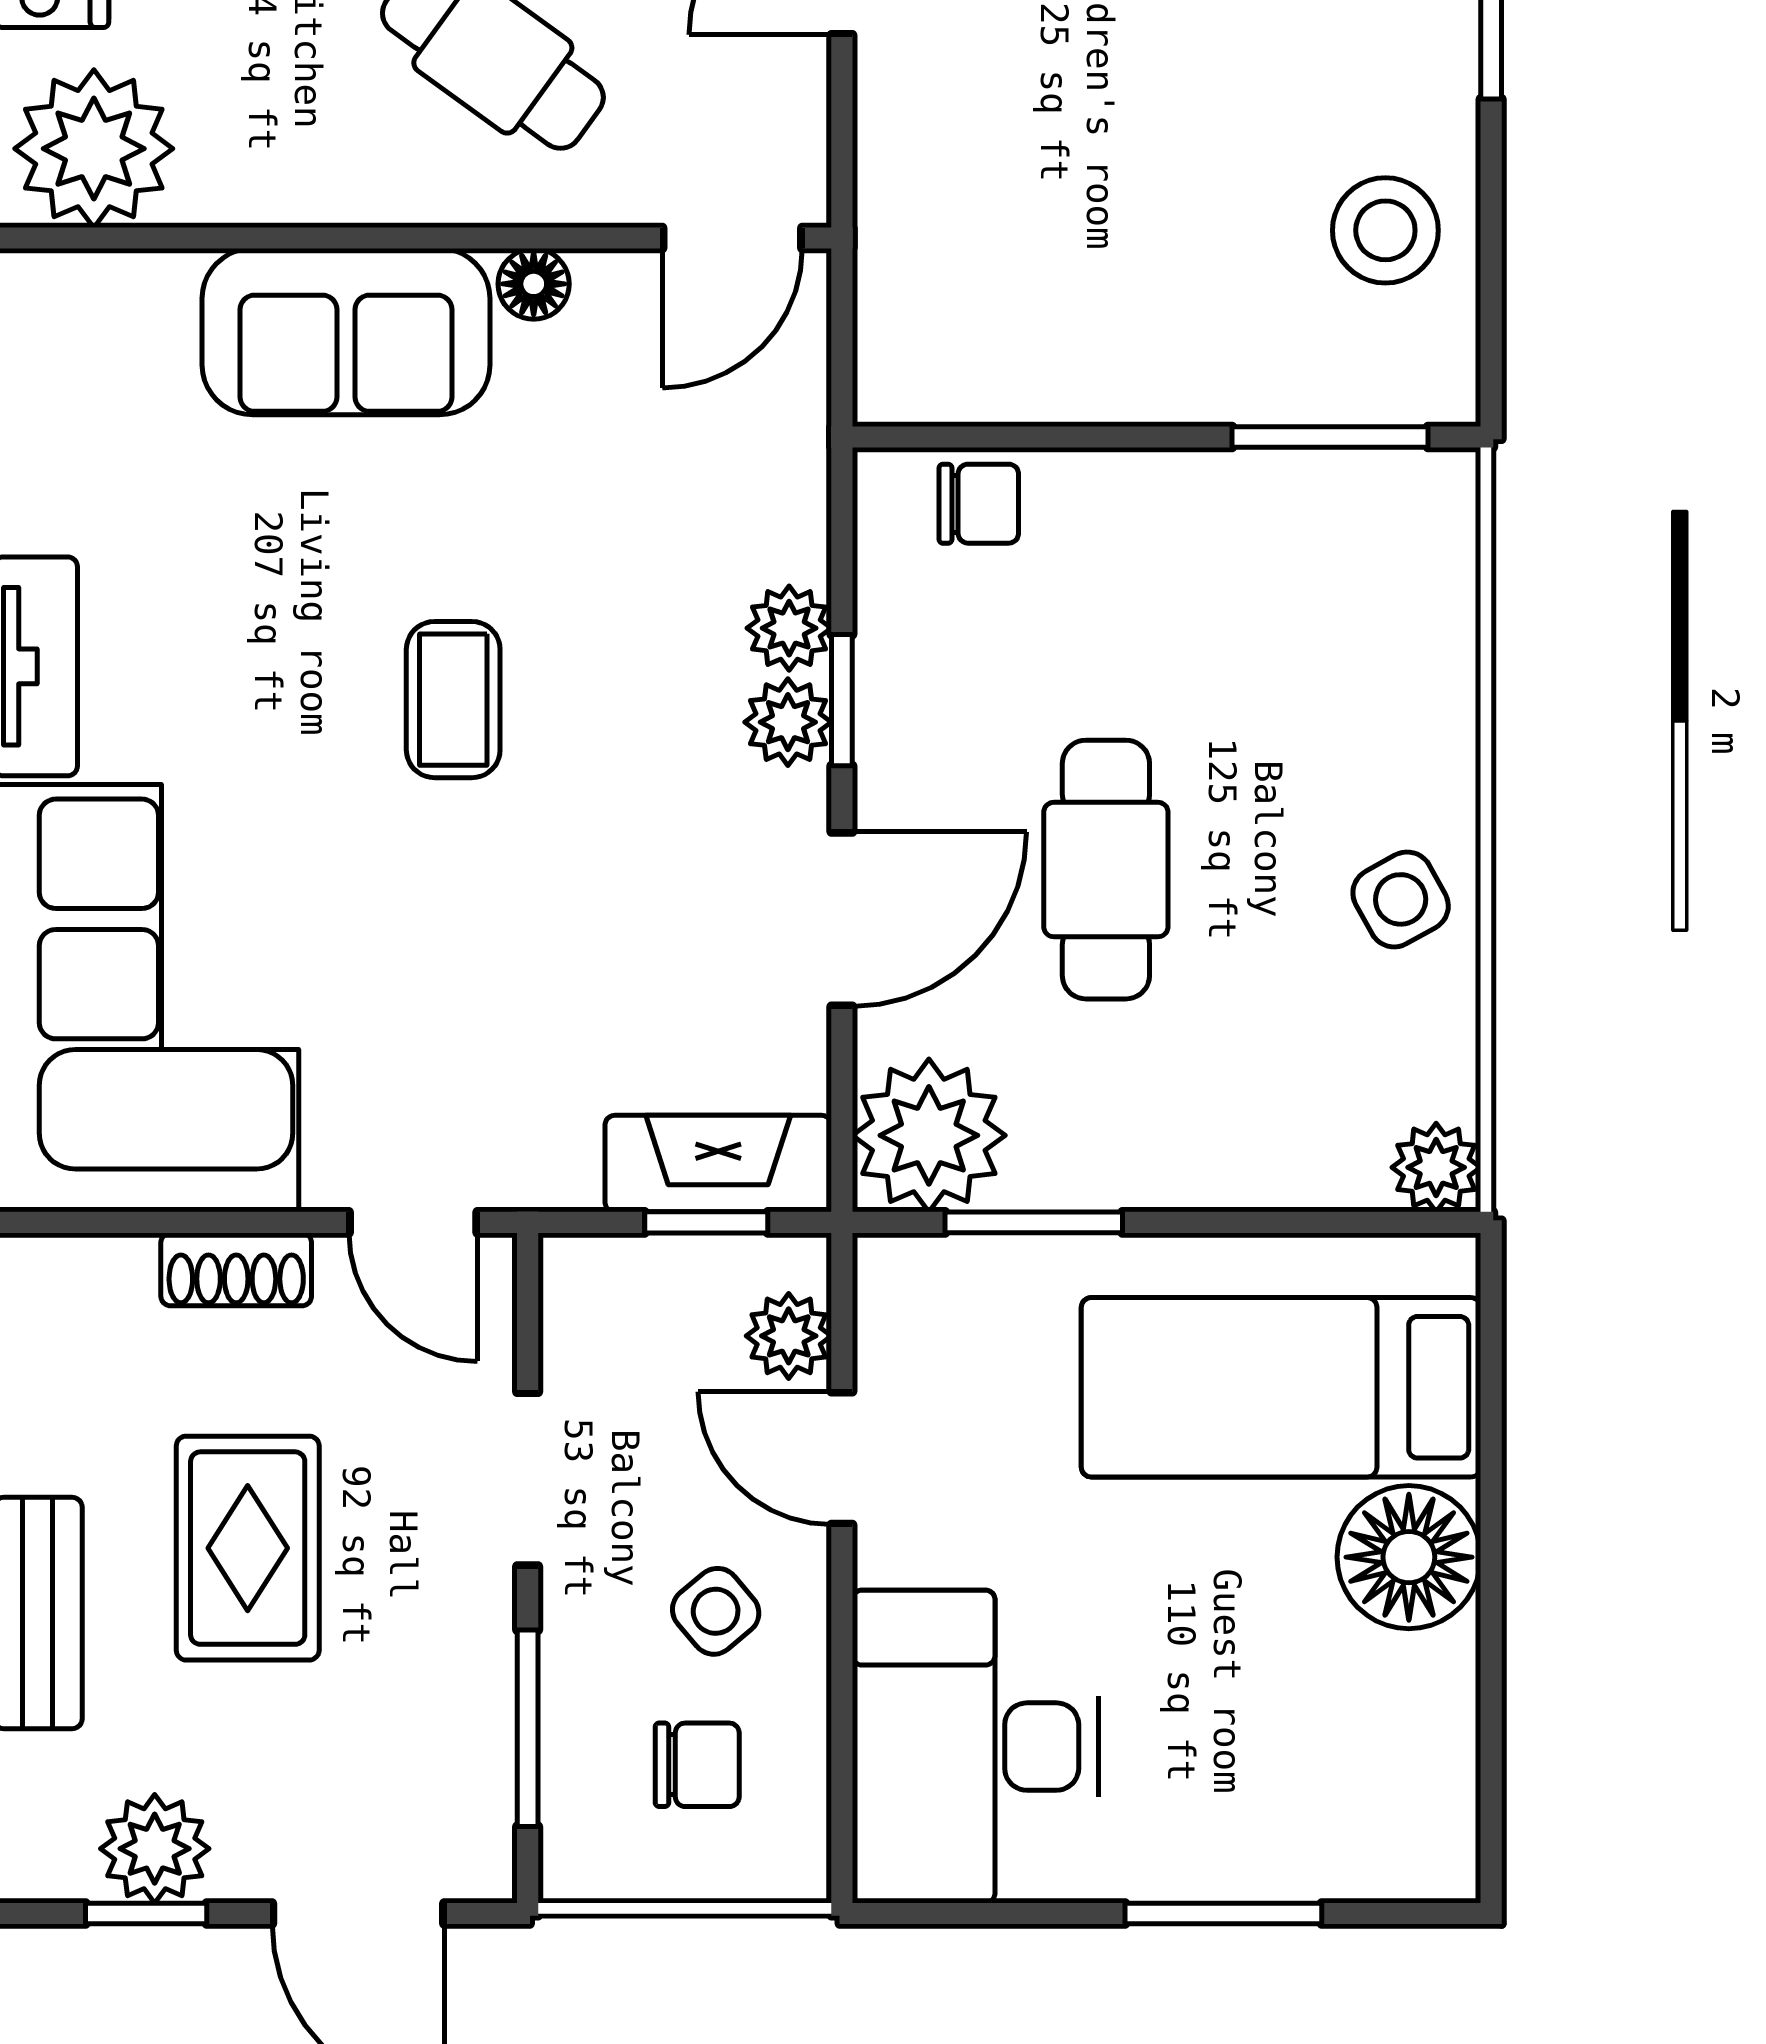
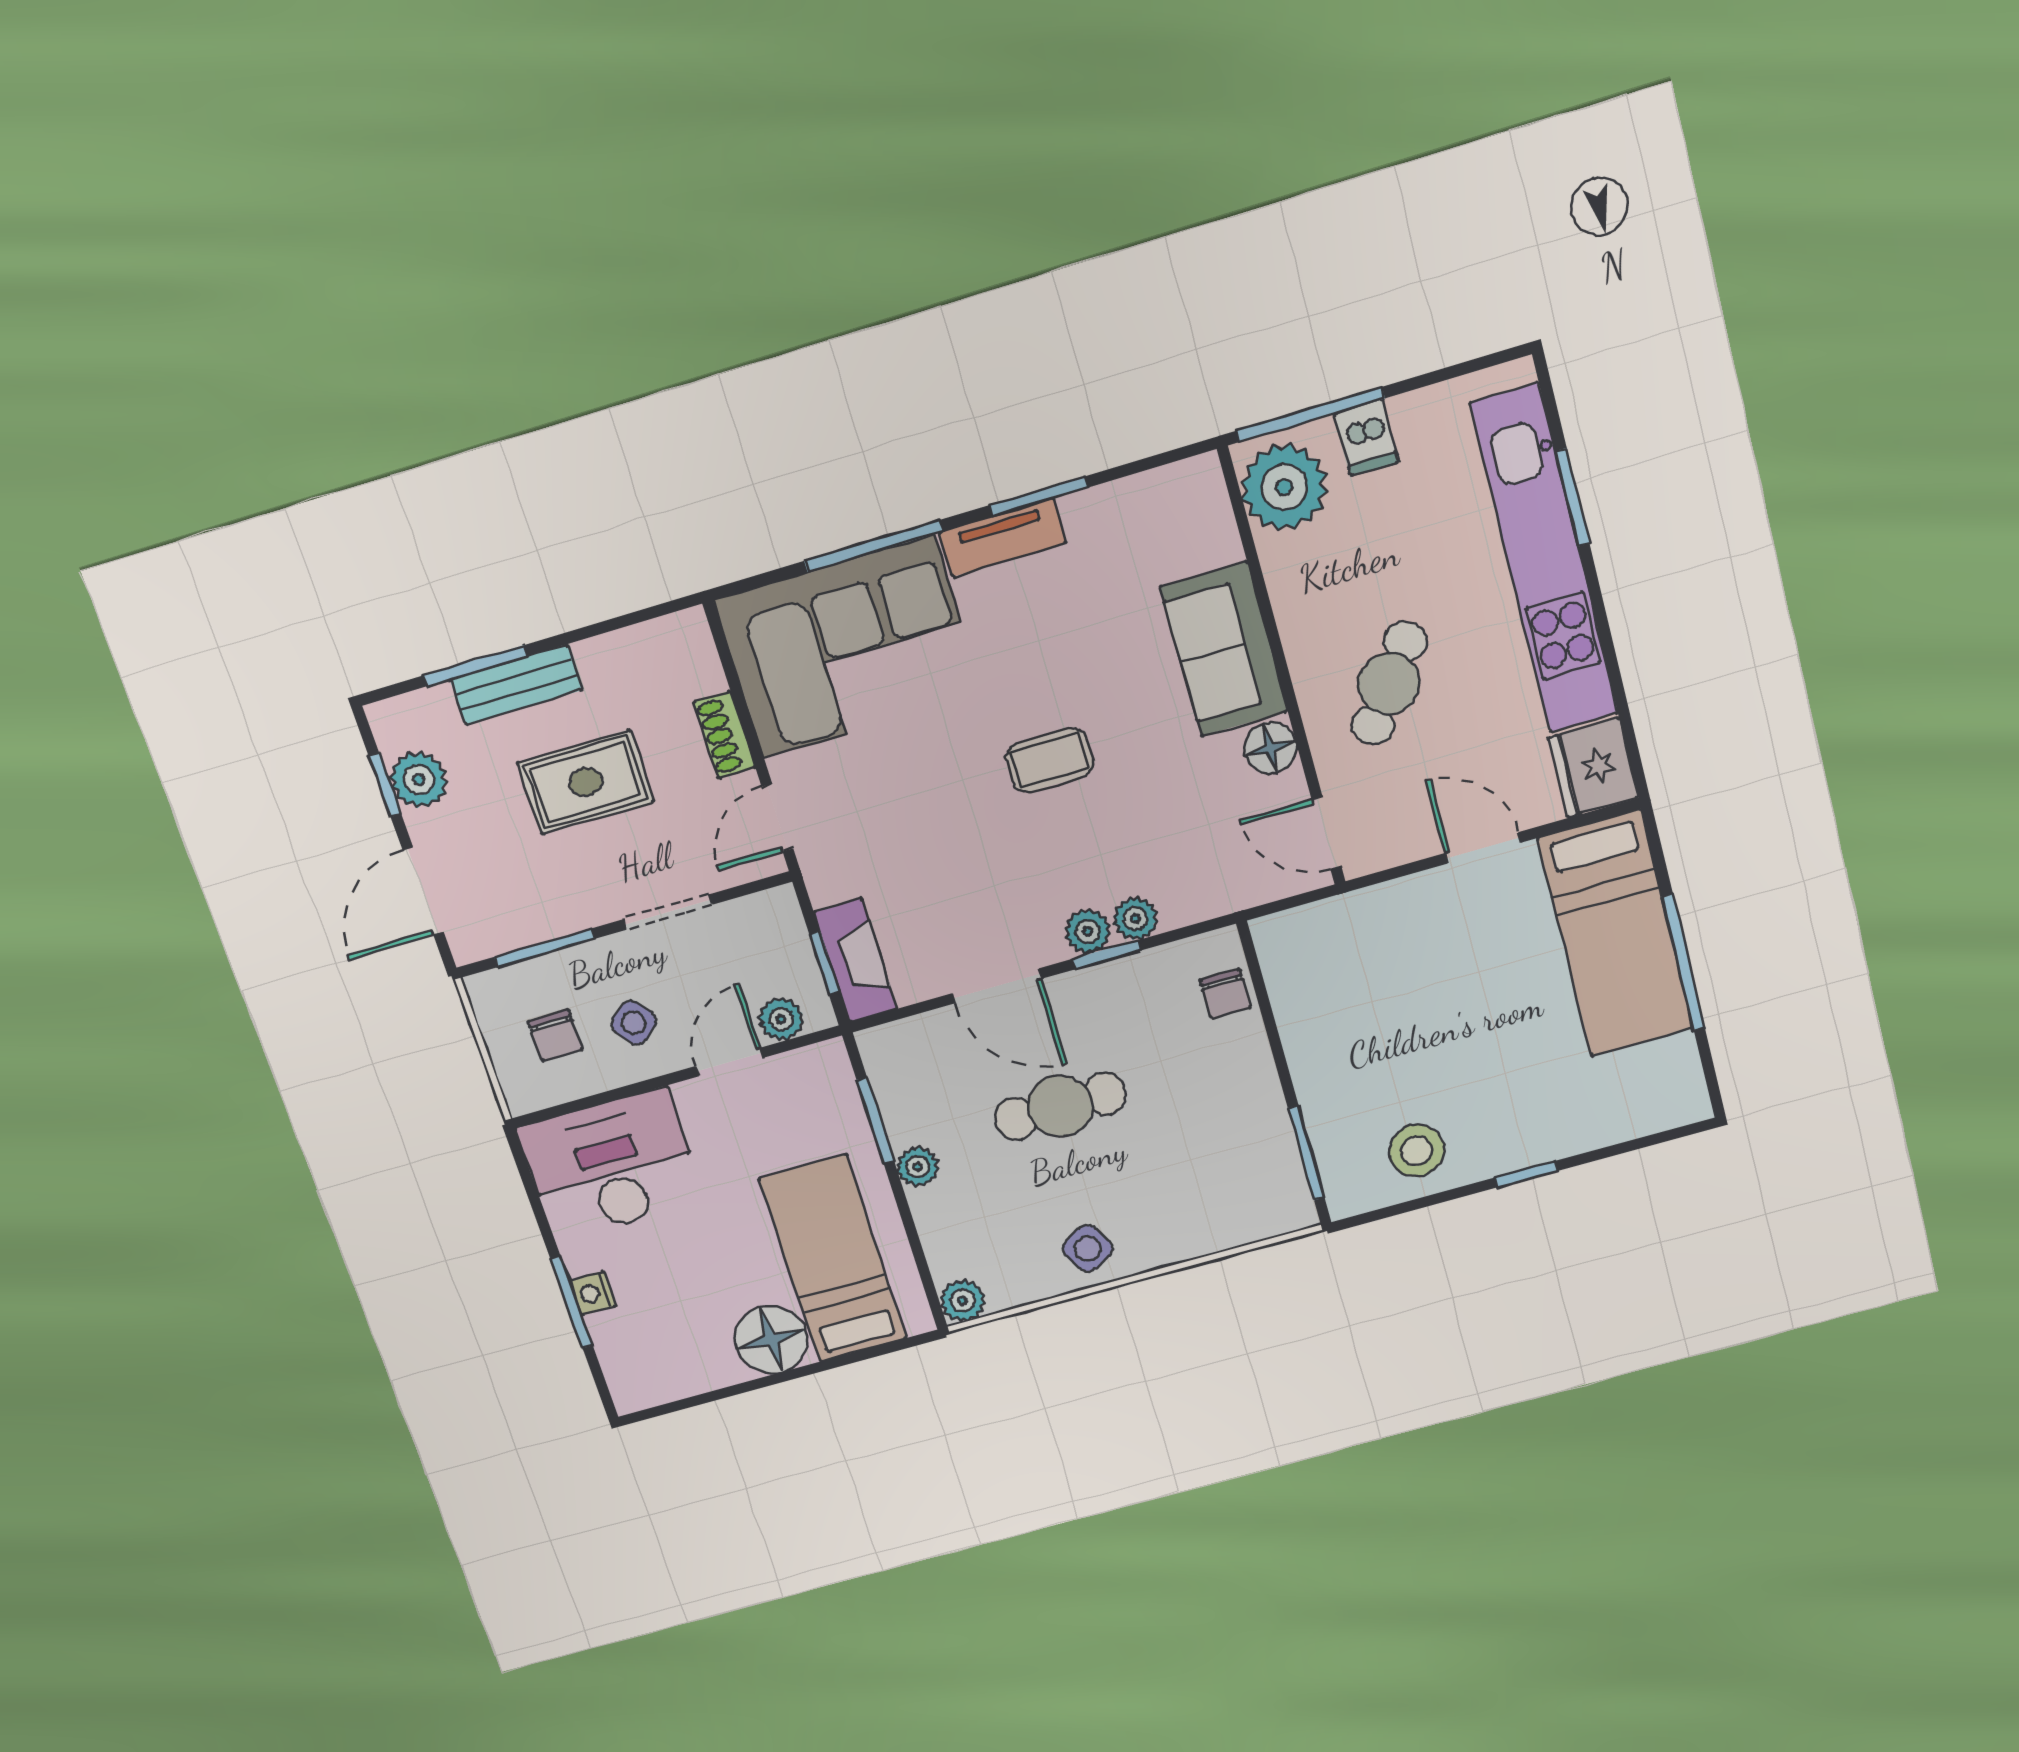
floor lamp: (534, 284) -> (1270, 748), width x1.37, depth x1.37
plant: (929, 1135) -> (918, 1167), moved, width x0.53, depth x0.53
nightstand: (1217, 1867) -> (593, 1293), added

